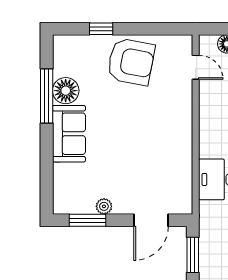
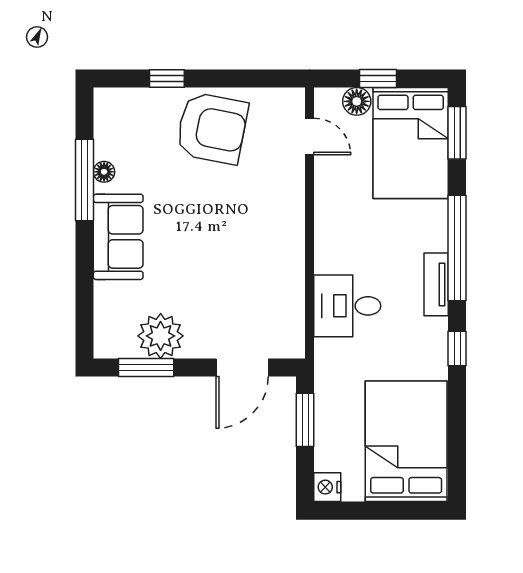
floor lamp: (66, 91) -> (104, 172), width x0.53, depth x0.53
plant: (104, 206) -> (161, 336), width x1.87, depth x1.87

